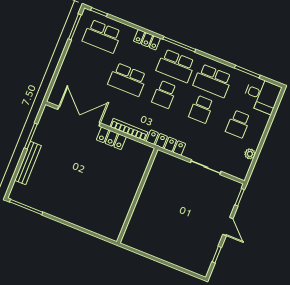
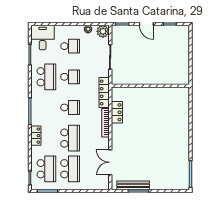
school desk: (176, 66) -> (70, 169), moved
double door: (79, 116) -> (110, 162), width x0.73
locker: (111, 138) -> (117, 112), moved
bench: (28, 163) -> (133, 185), moved
plant: (240, 171) -> (103, 31), added
wall: (137, 196) -> (150, 86), moved
door: (228, 227) -> (146, 24), swing flipped

